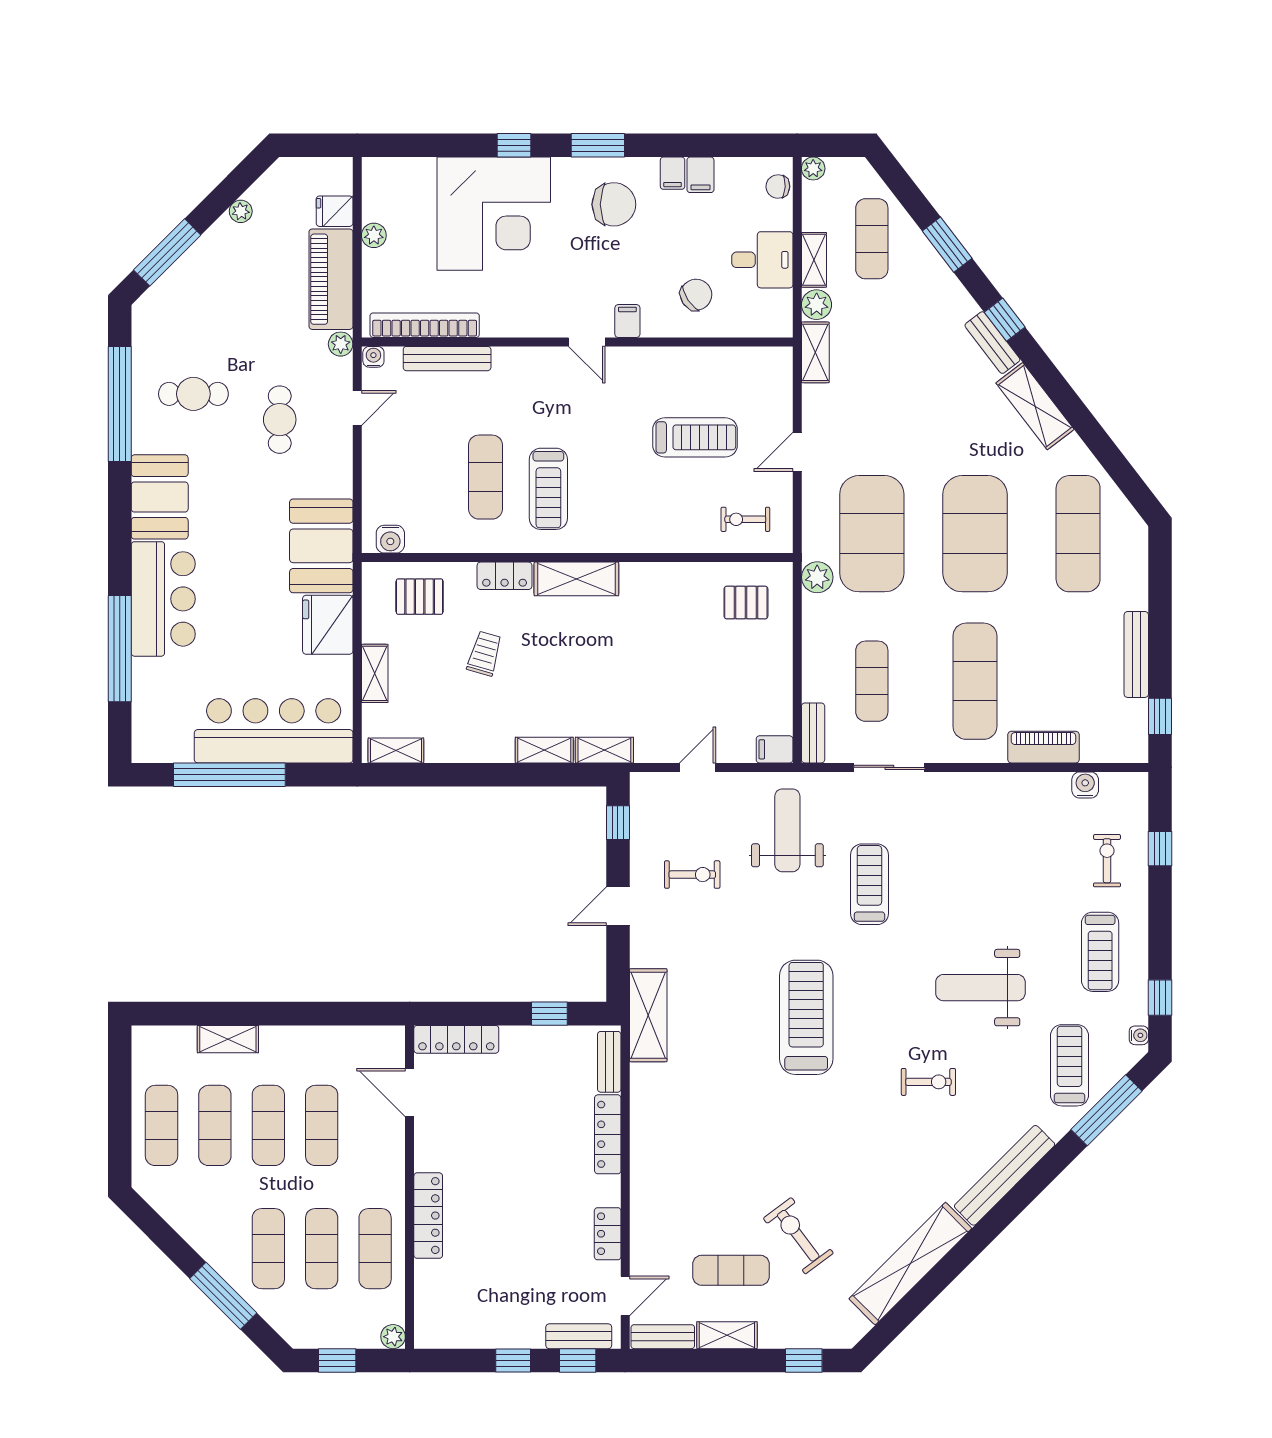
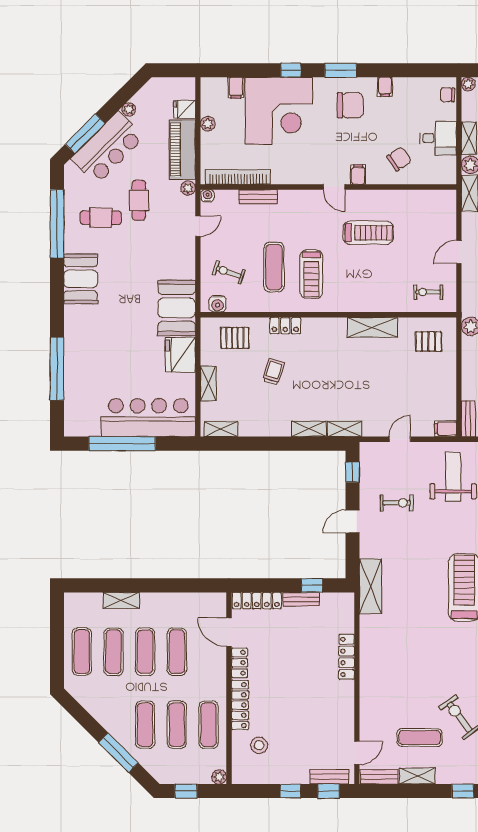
filing cabinet: (700, 175) -> (236, 88), moved
bench: (447, 359) -> (258, 197), width x0.73
cafe table: (280, 420) -> (139, 200), moved
treadmill: (695, 437) -> (368, 233), moved
exercise bike: (409, 486) -> (229, 272), added
shelving: (576, 579) -> (373, 327), moved
bar counter: (163, 599) -> (108, 148), moved, turned 45
bench: (609, 1062) -> (301, 599), moved, turned 90
locker: (608, 1234) -> (239, 663), moved, turned 180
stool: (460, 1283) -> (259, 745), added

